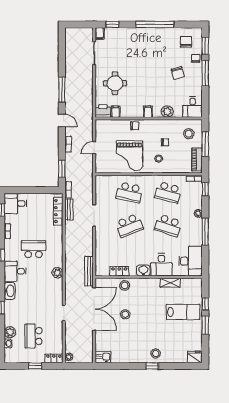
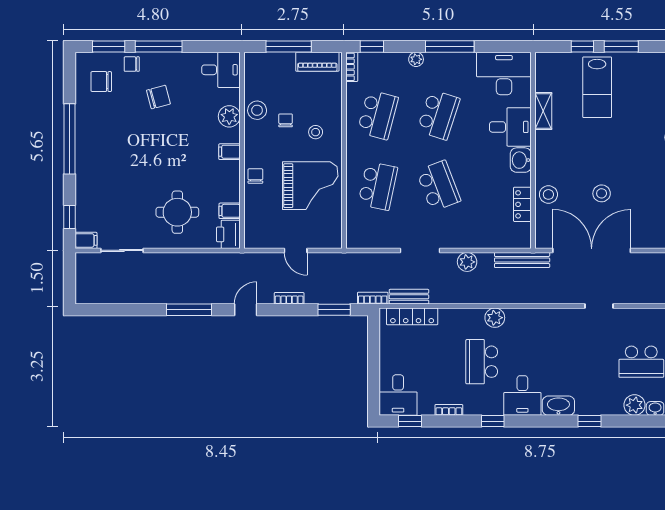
stool: (189, 134) -> (257, 110), moved
plant: (88, 241) -> (467, 262), added
plant: (57, 273) -> (495, 318), moved
lab bench: (183, 312) -> (597, 87), turned 180

